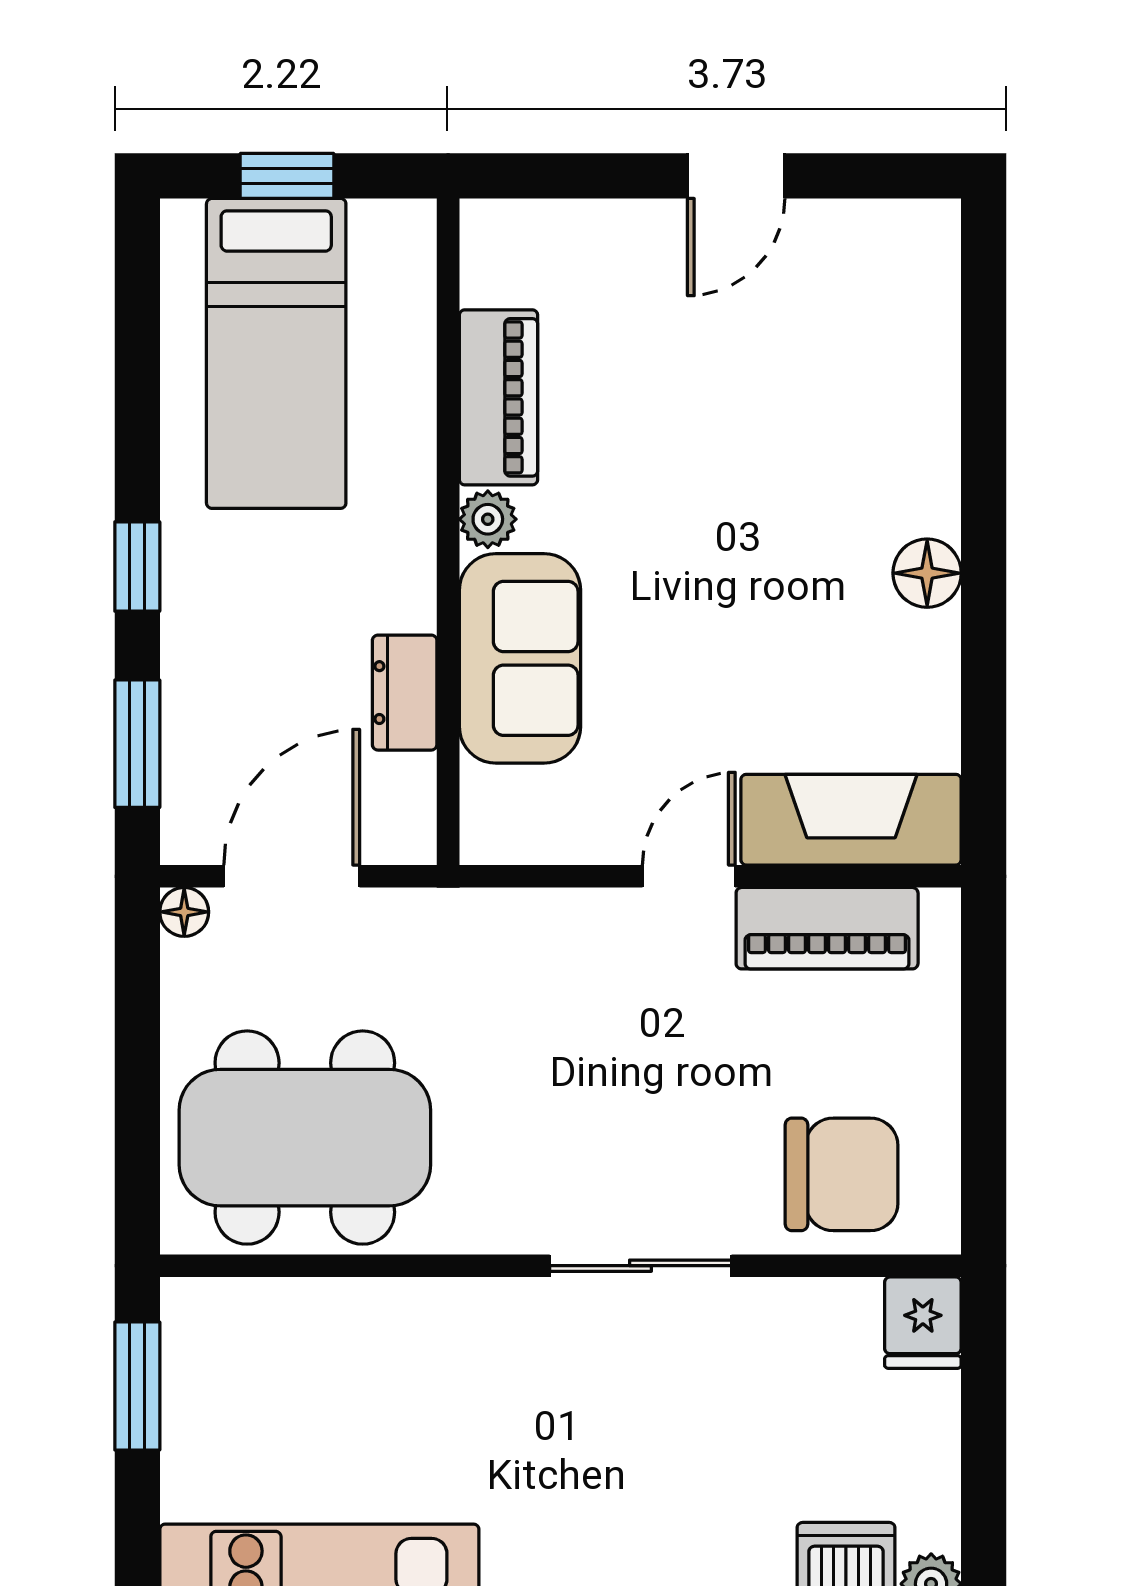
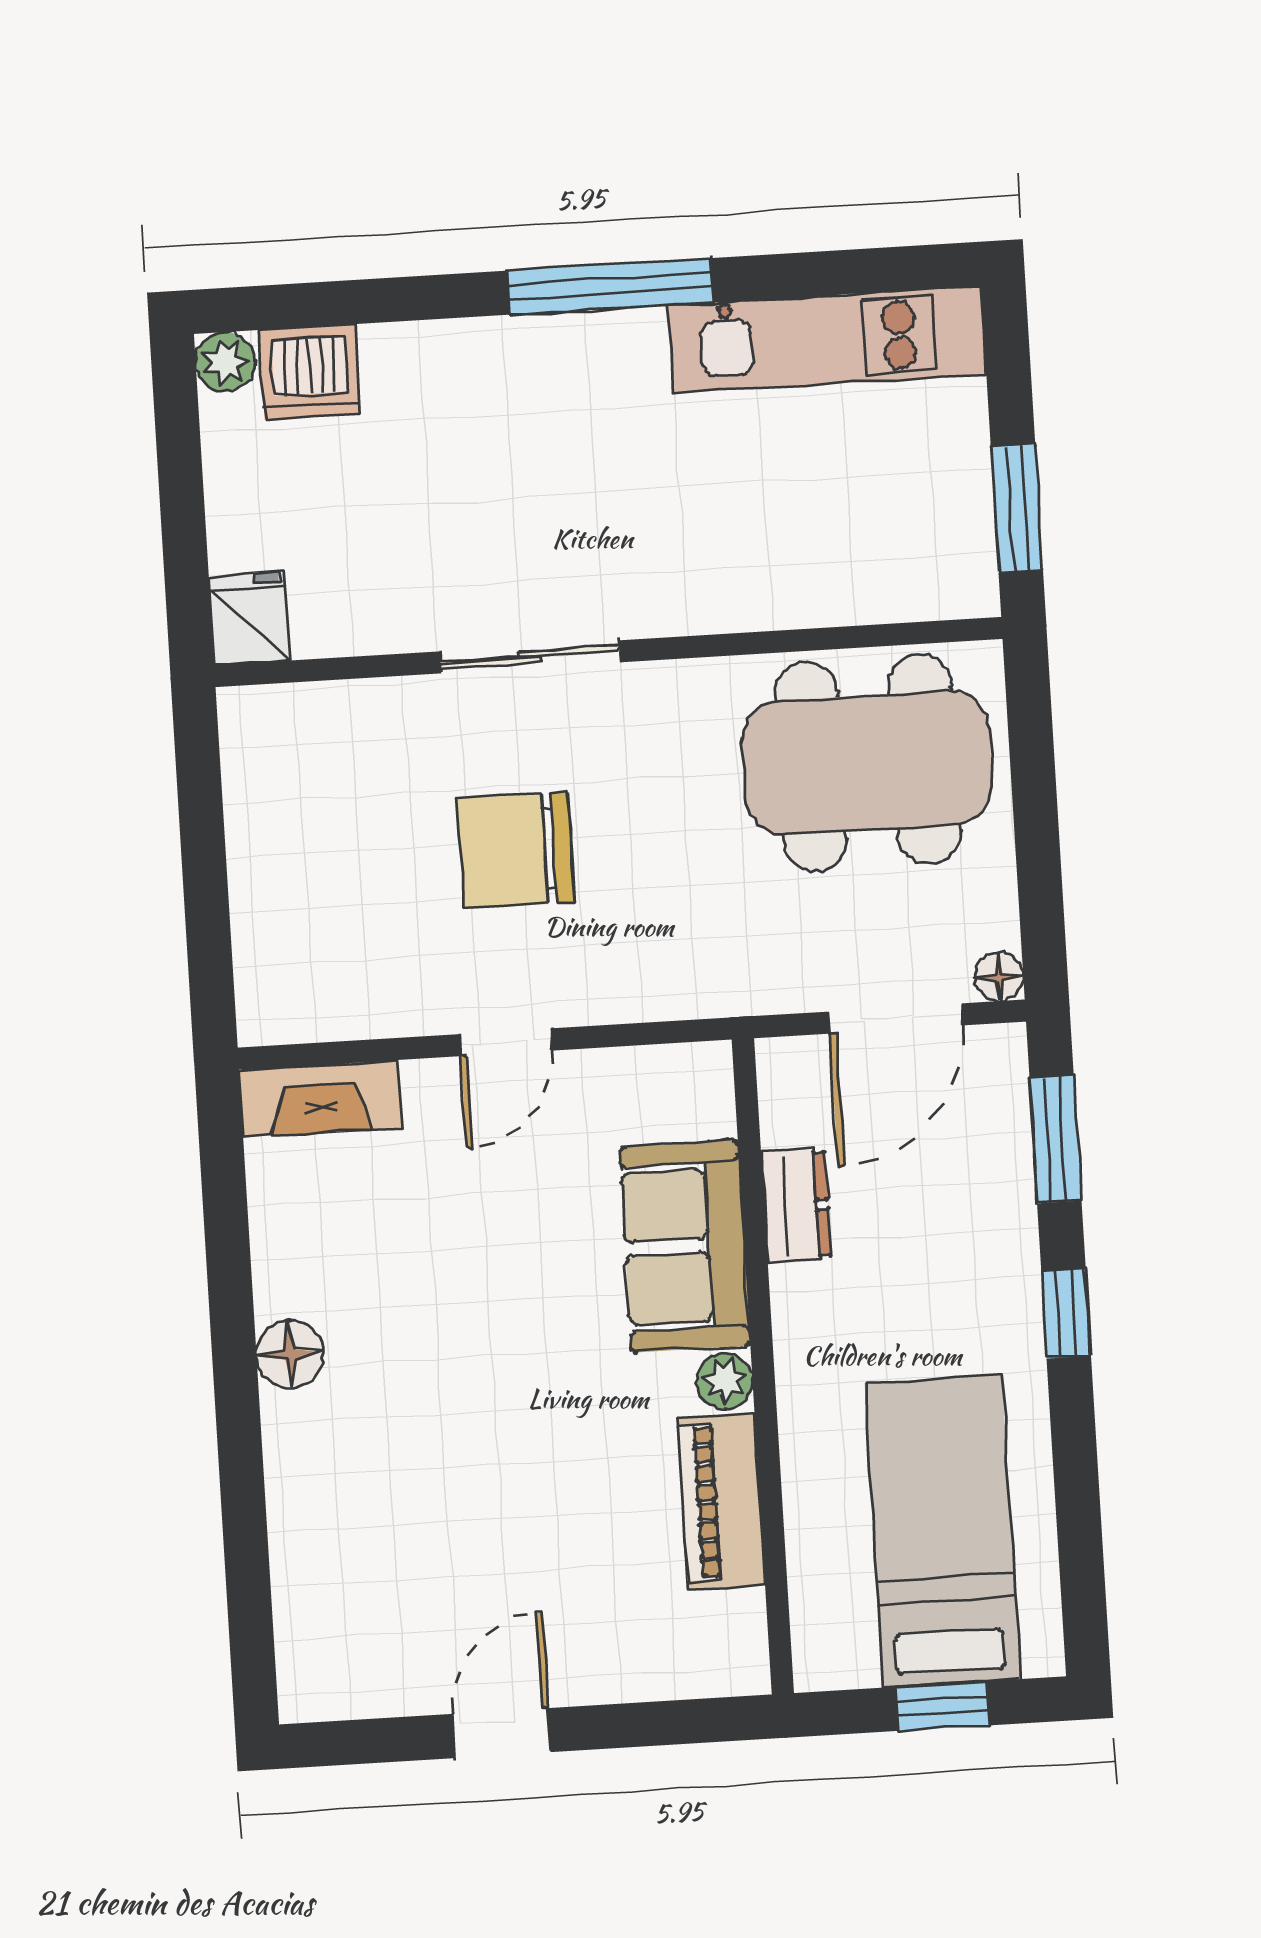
fireplace: (851, 820) -> (320, 1099), width x0.73, depth x0.76
piano: (827, 928) -> (367, 1000), removed
chair: (842, 1174) -> (516, 850), moved

